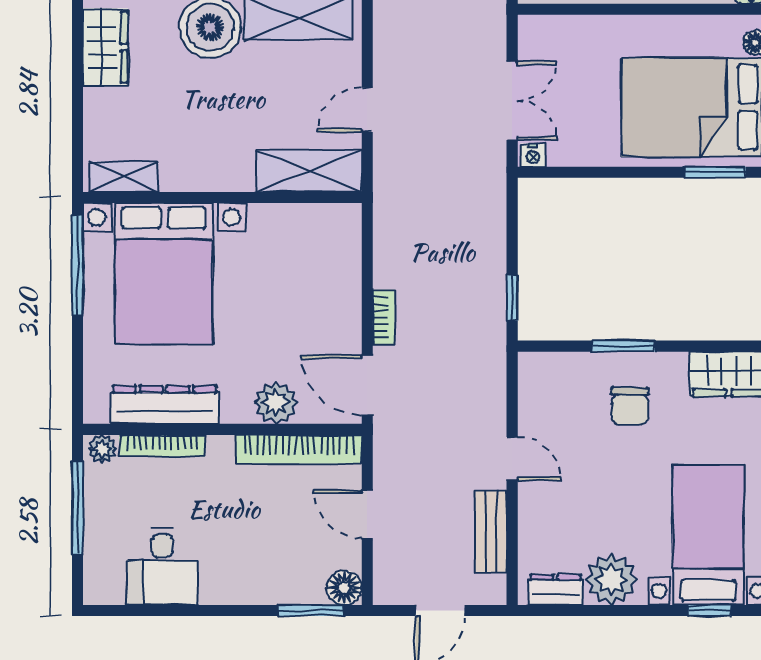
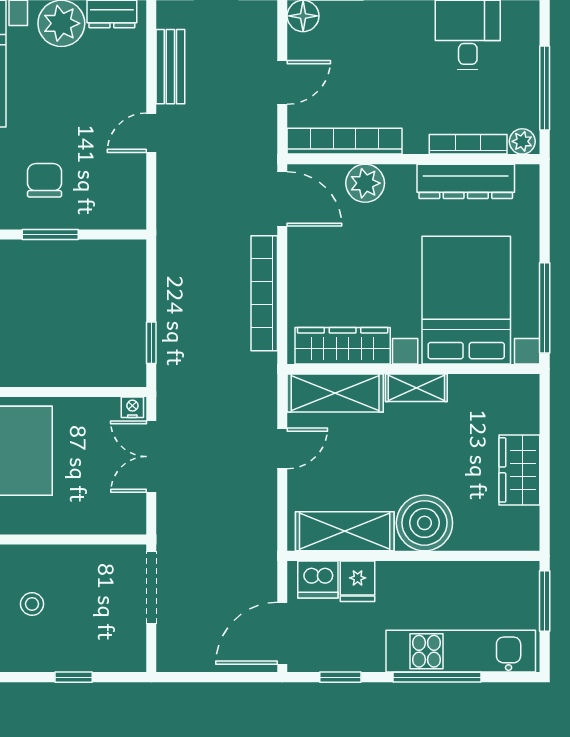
wardrobe: (105, 47) -> (519, 470), moved
shelving: (124, 177) -> (416, 388), moved
wardrobe: (301, 223) -> (343, 346), added
window: (512, 298) -> (151, 343), moved
bookcase: (384, 317) -> (264, 293), width x2.31, depth x1.31
door: (512, 459) -> (151, 133), hinge flipped
door: (367, 514) -> (282, 82), hinge flipped

